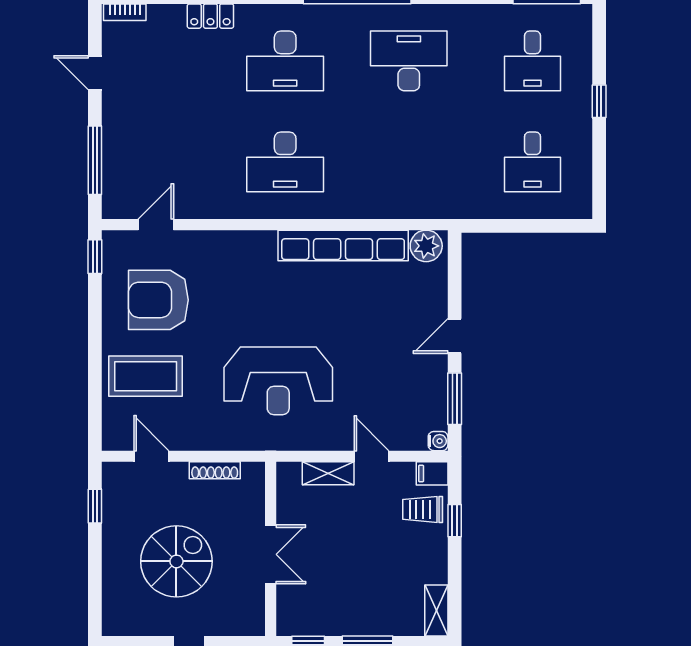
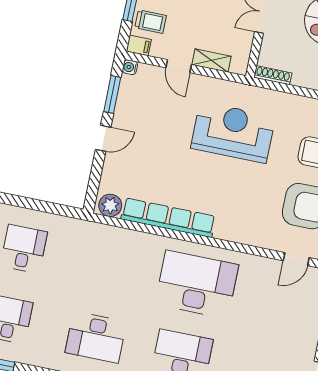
desk: (285, 162) -> (197, 284), width x1.36, depth x1.30
shoe rack: (215, 470) -> (273, 75), moved

